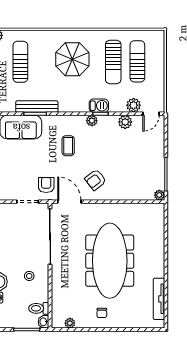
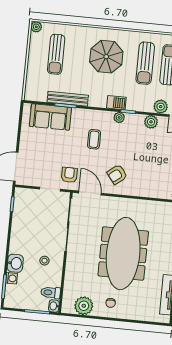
sun lounger: (20, 62) -> (56, 54), turned 180
barbecue: (99, 106) -> (116, 103), moved
plant: (70, 323) -> (84, 306), width x1.88, depth x1.88

